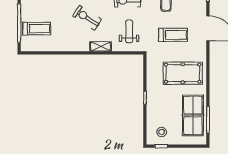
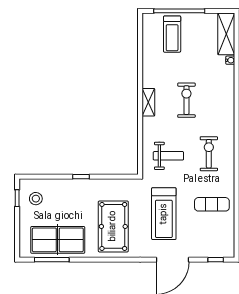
exercise bike: (87, 18) -> (186, 100), turned -33
treadmill: (173, 35) -> (164, 214), width x1.37, depth x1.38
shelving: (101, 47) -> (148, 102), moved

